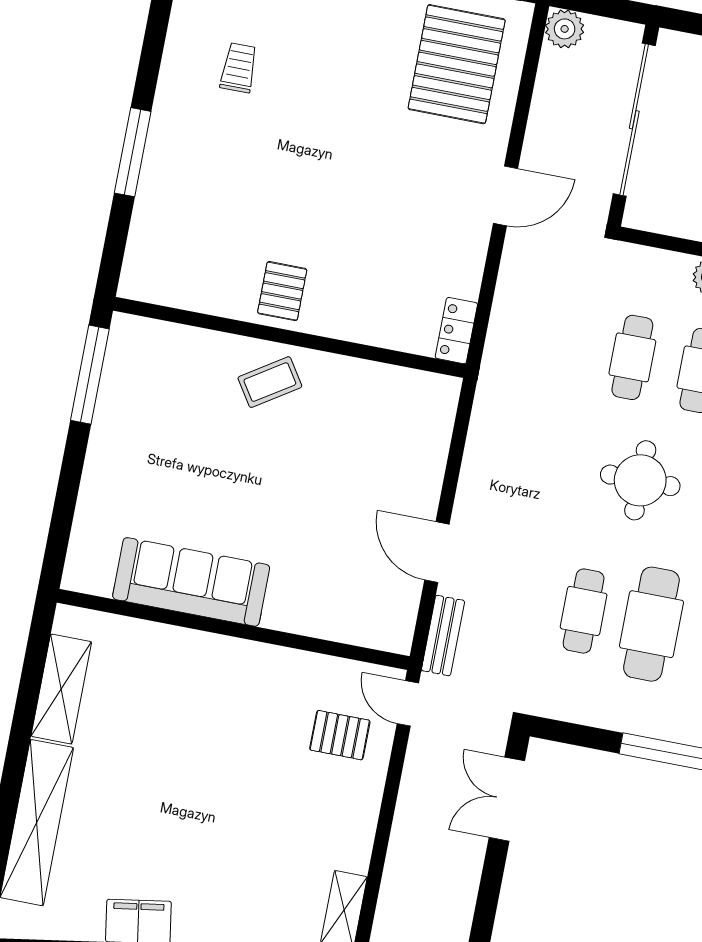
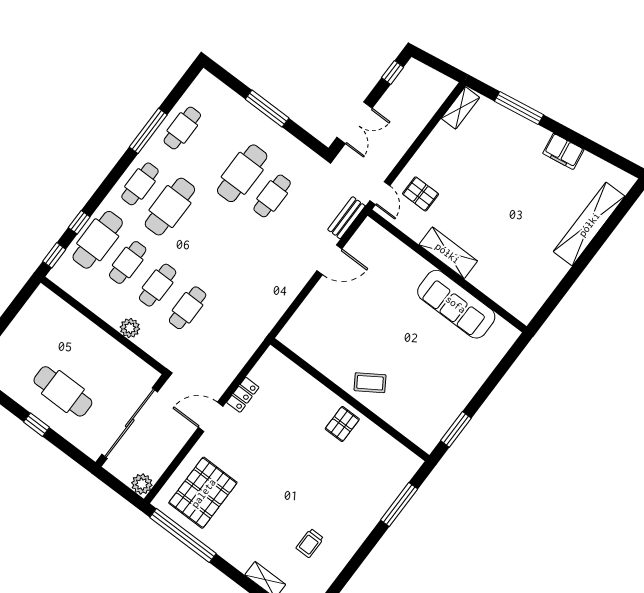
window: (133, 152) -> (399, 505), moved
locker: (456, 331) -> (243, 395), moved
window: (90, 375) -> (456, 429), width x0.69
round table: (640, 480) -> (213, 246), removed
door: (437, 552) -> (329, 260), hinge flipped
shelving: (61, 689) -> (448, 253), moved, turned 90
window: (485, 913) -> (393, 72), added

